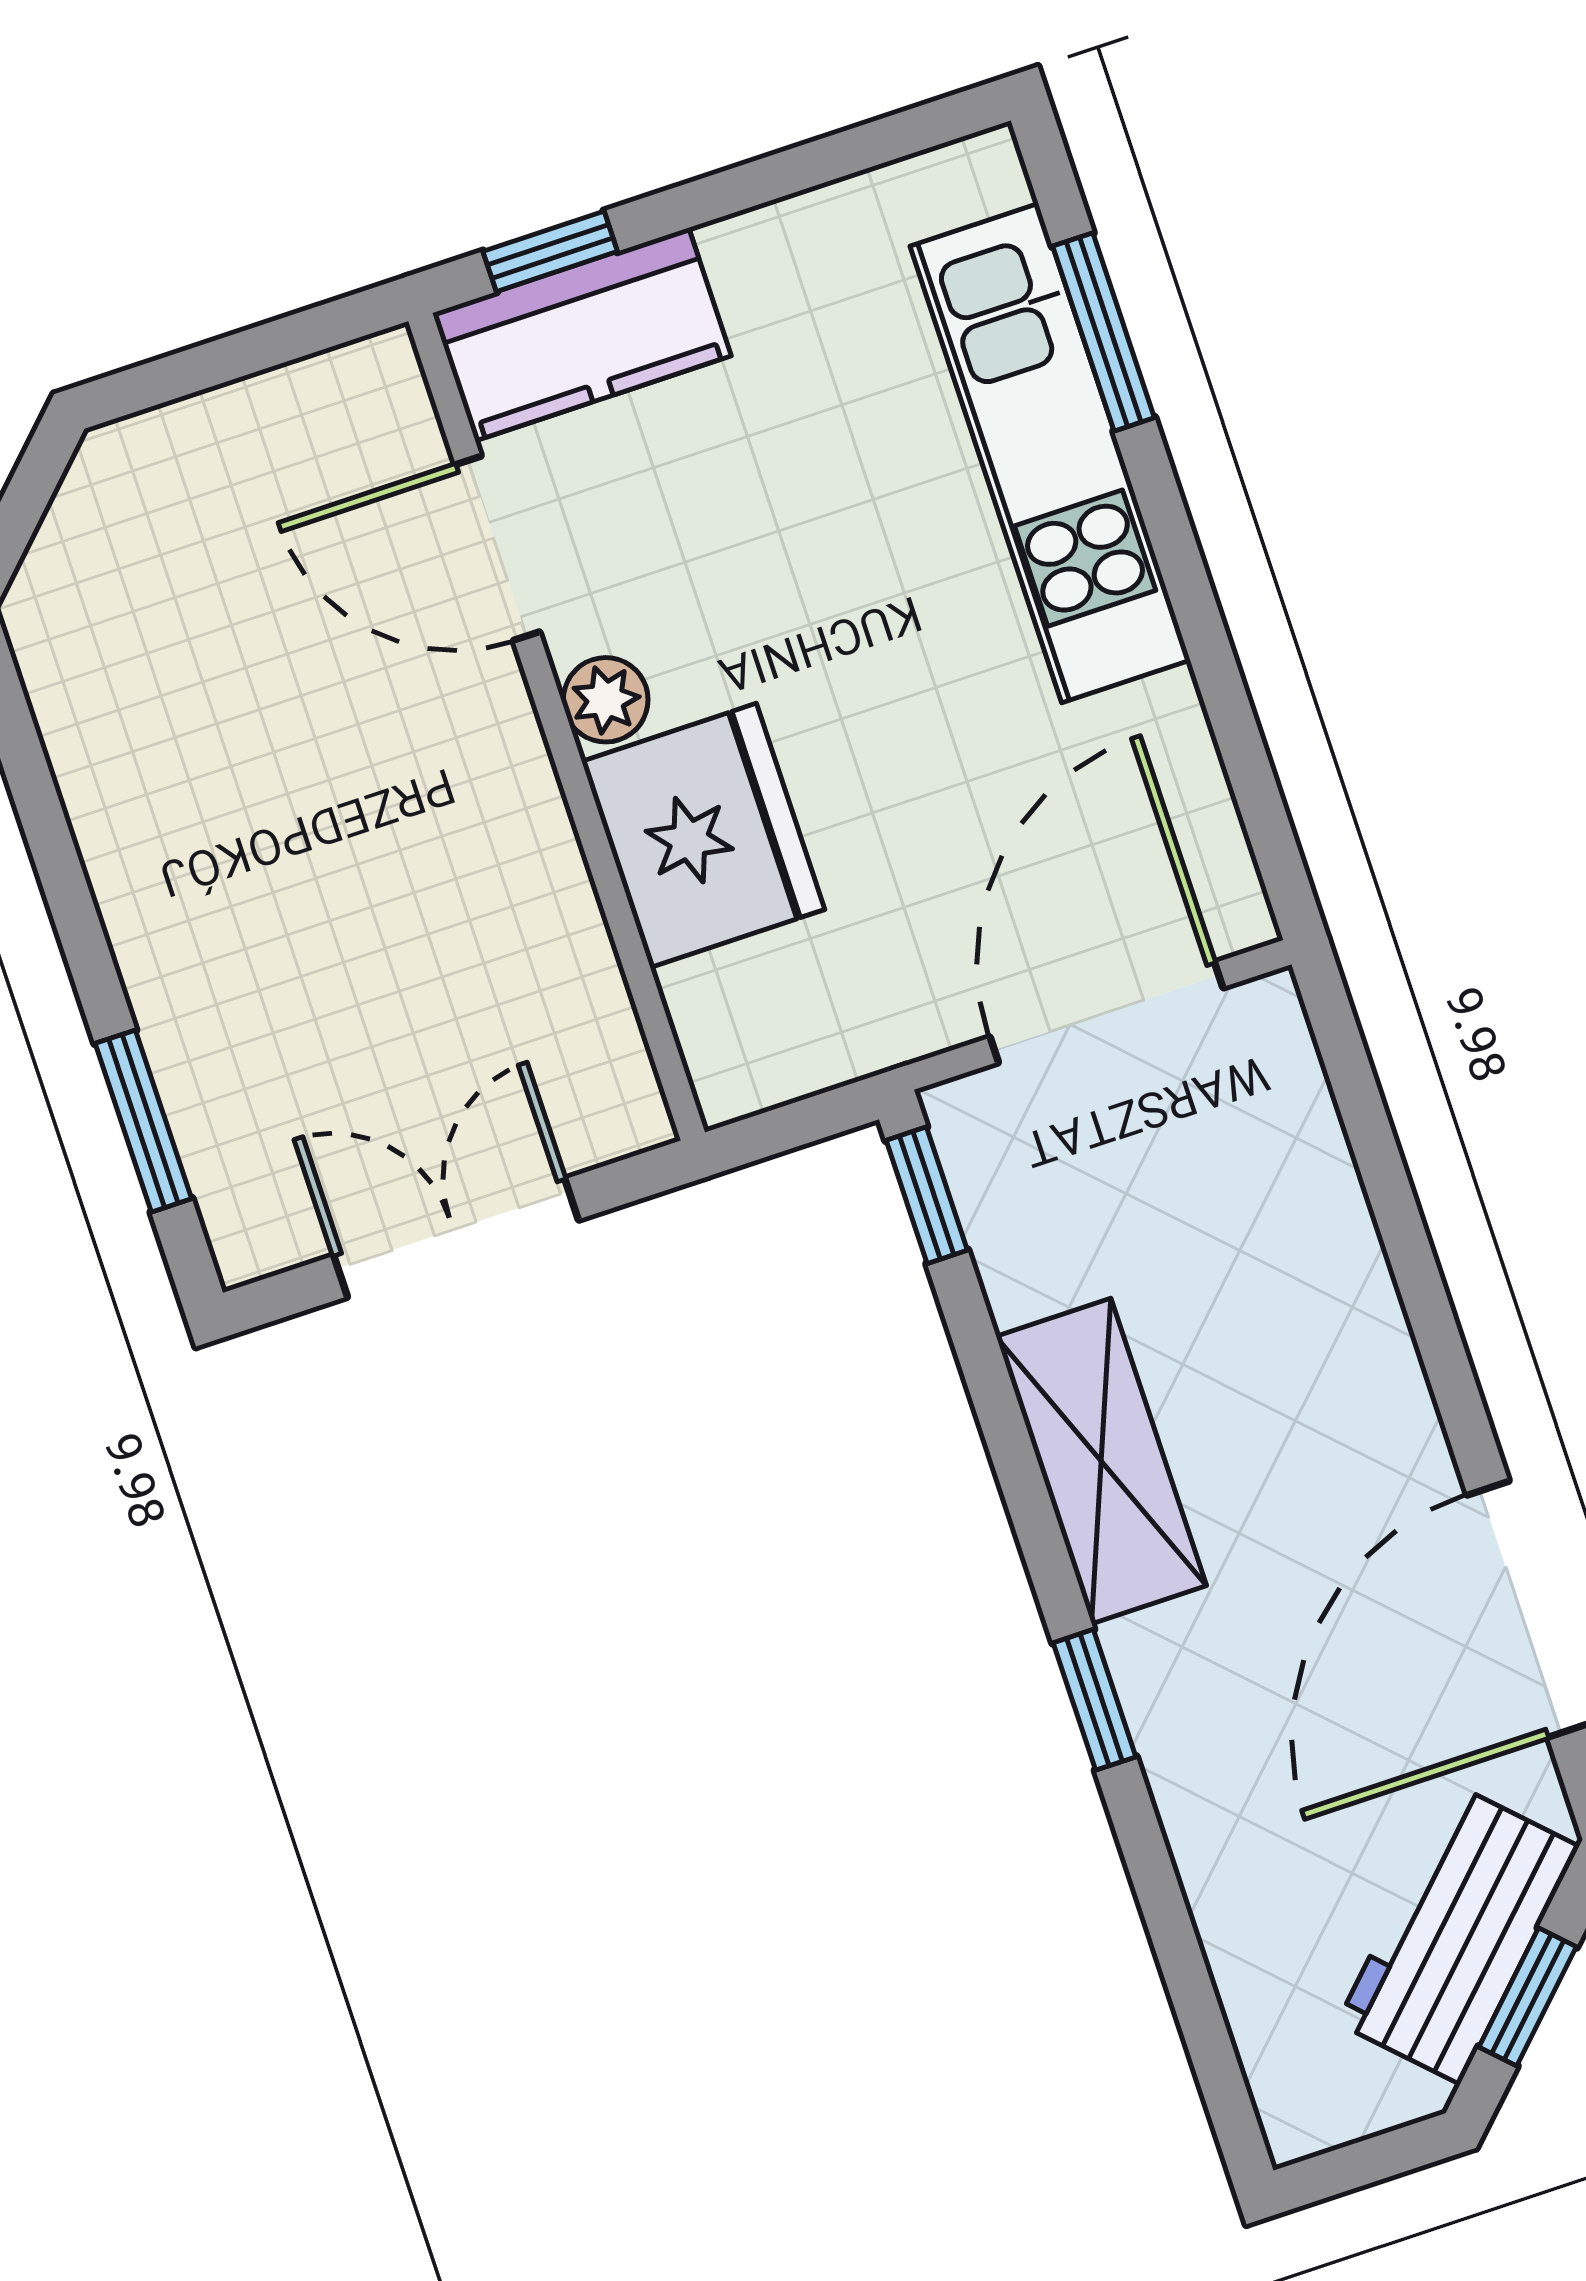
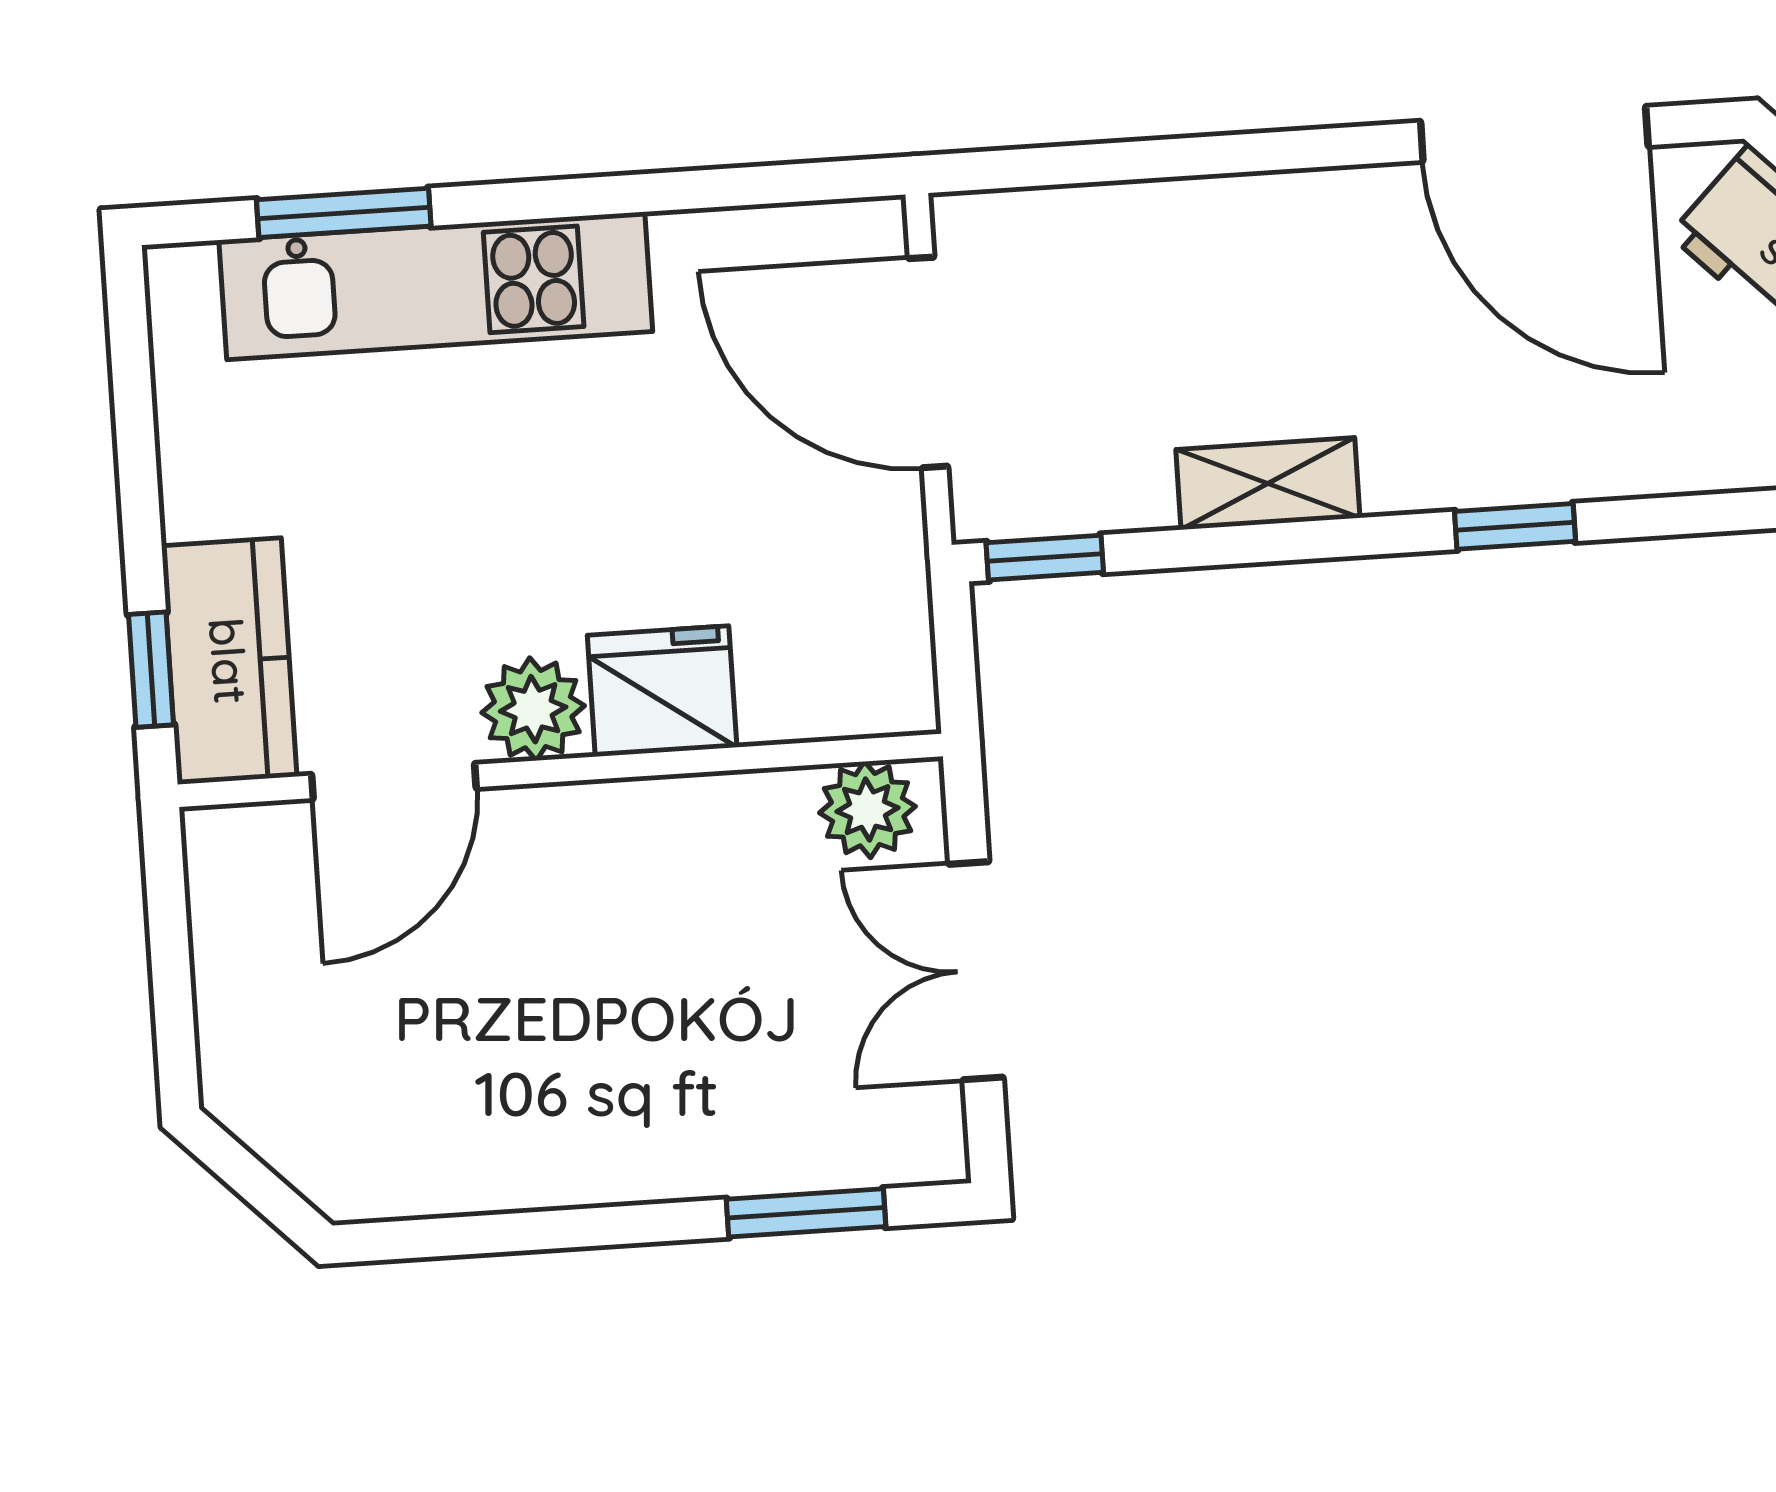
plant: (606, 700) -> (533, 709), width x1.38, depth x1.38
fridge: (703, 835) -> (662, 691), width x0.73, depth x0.75
plant: (601, 1073) -> (868, 810), added
shelving: (1101, 1461) -> (1268, 484), width x0.67, depth x0.75

